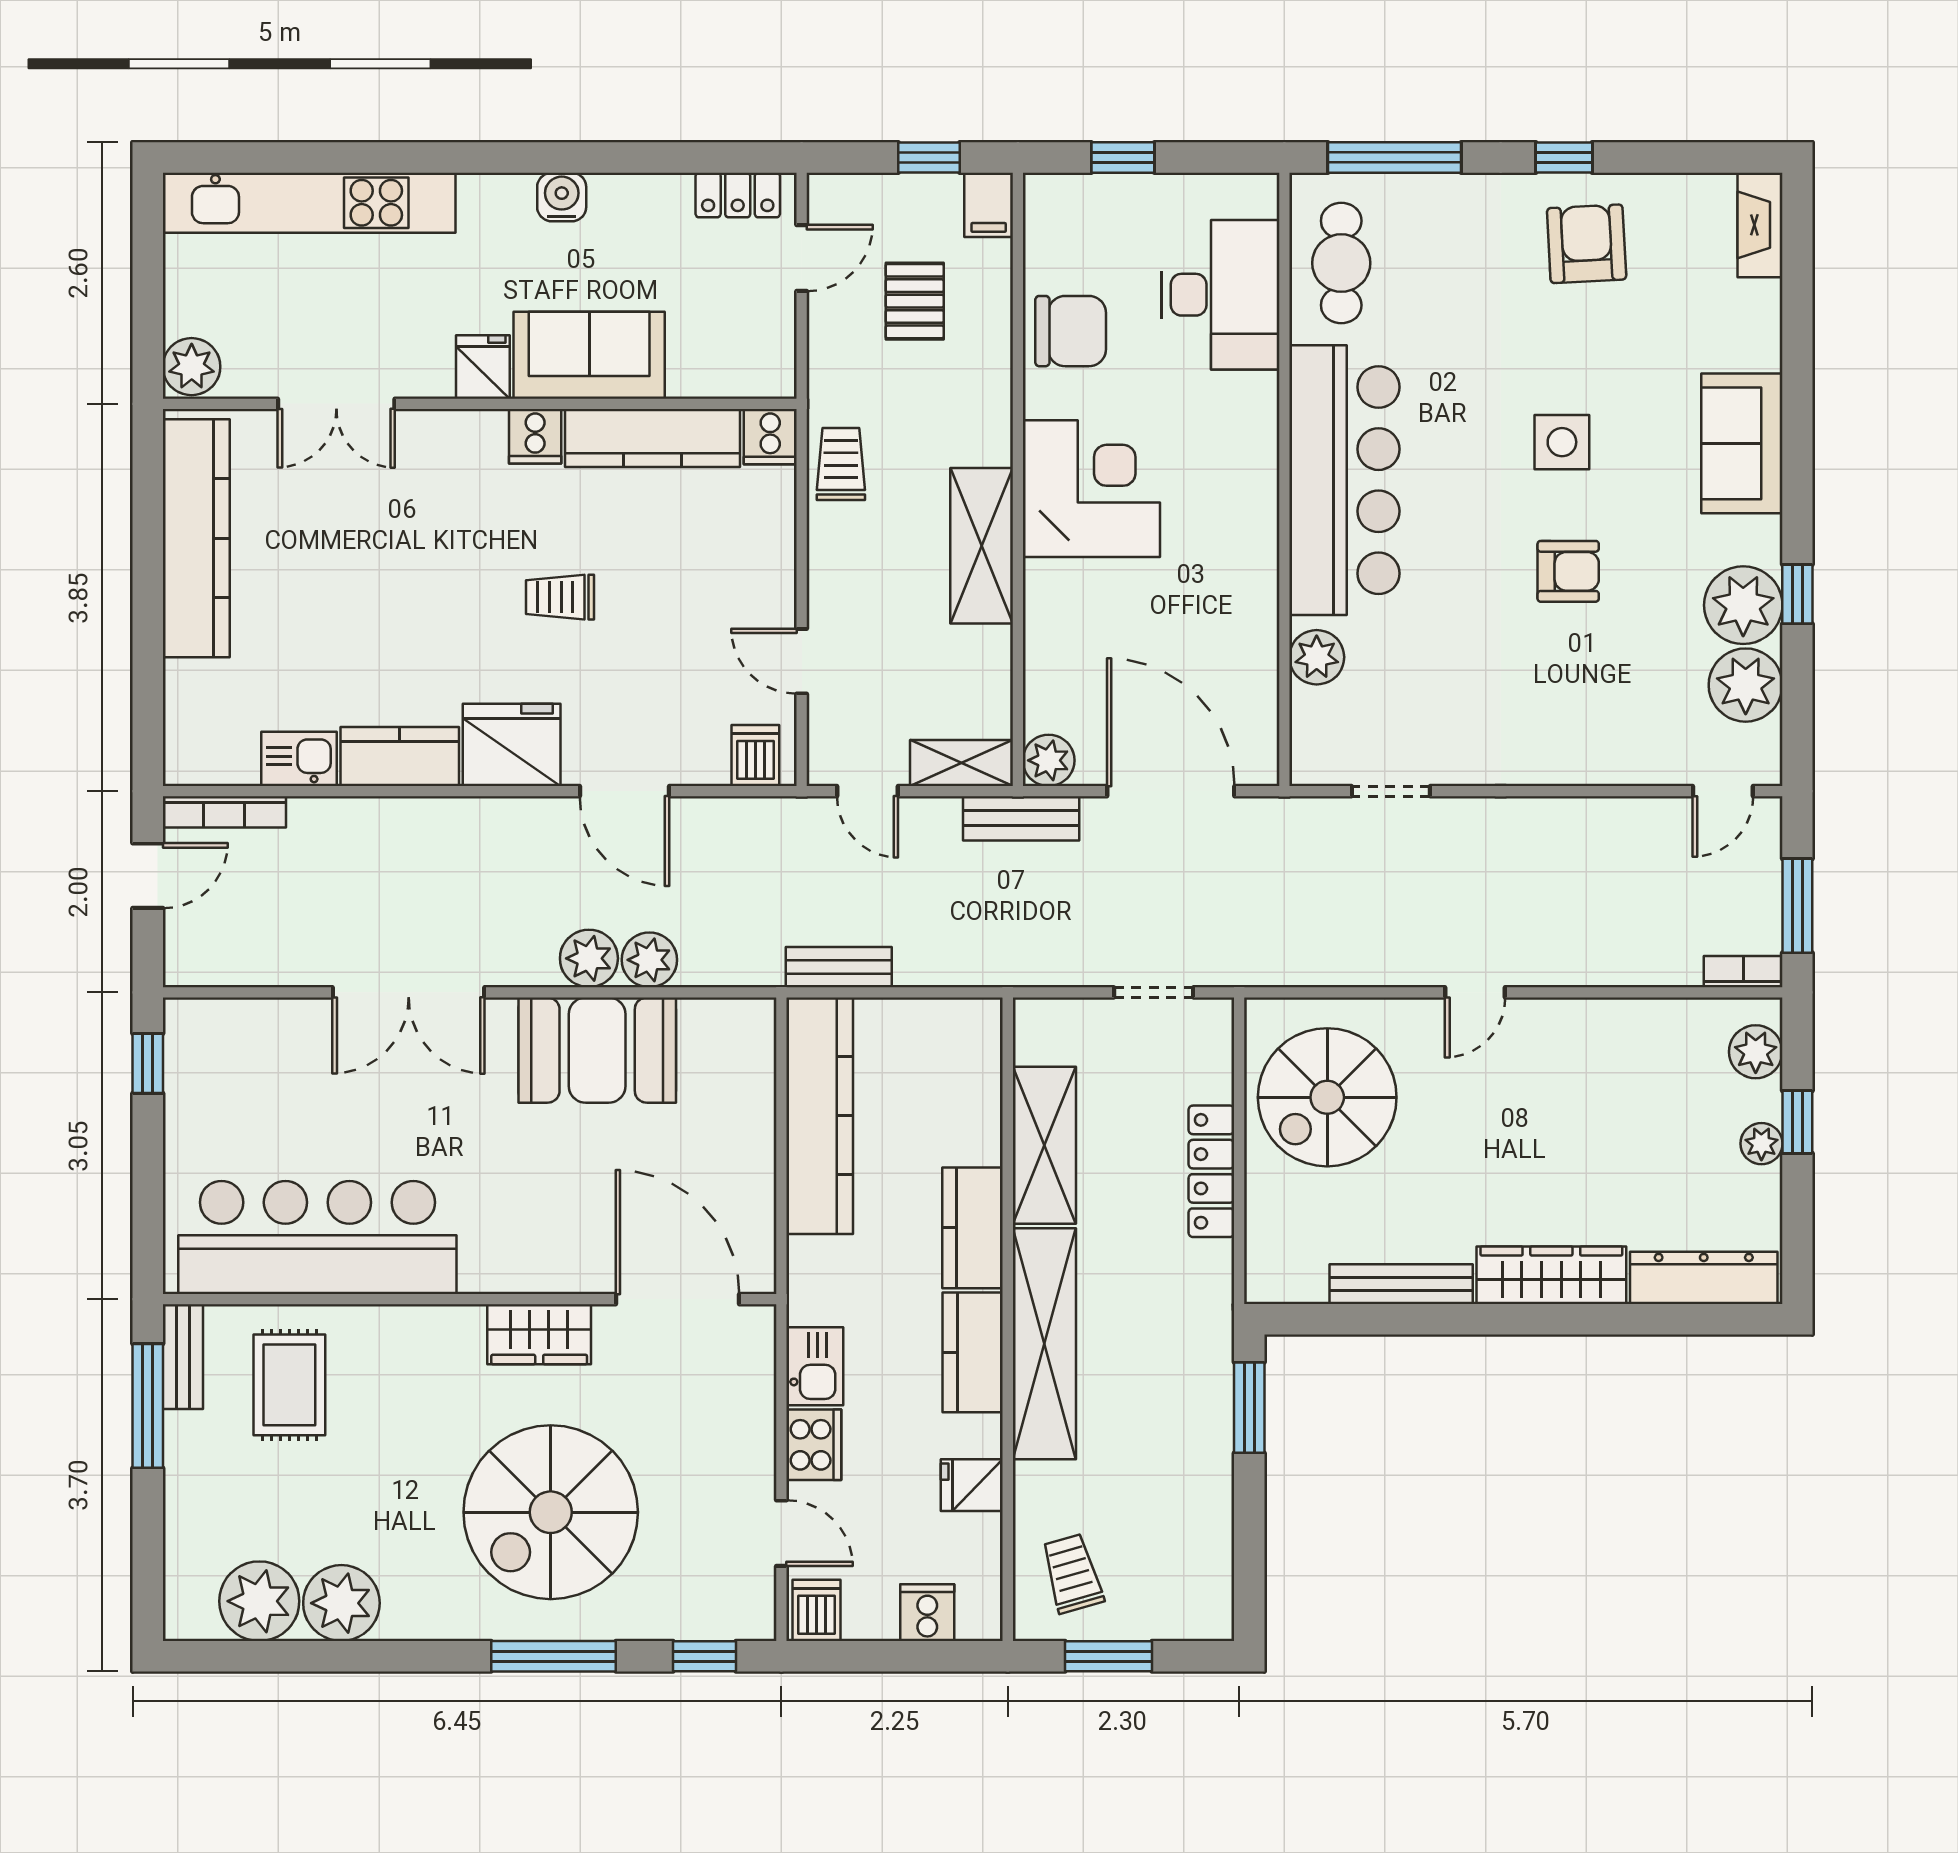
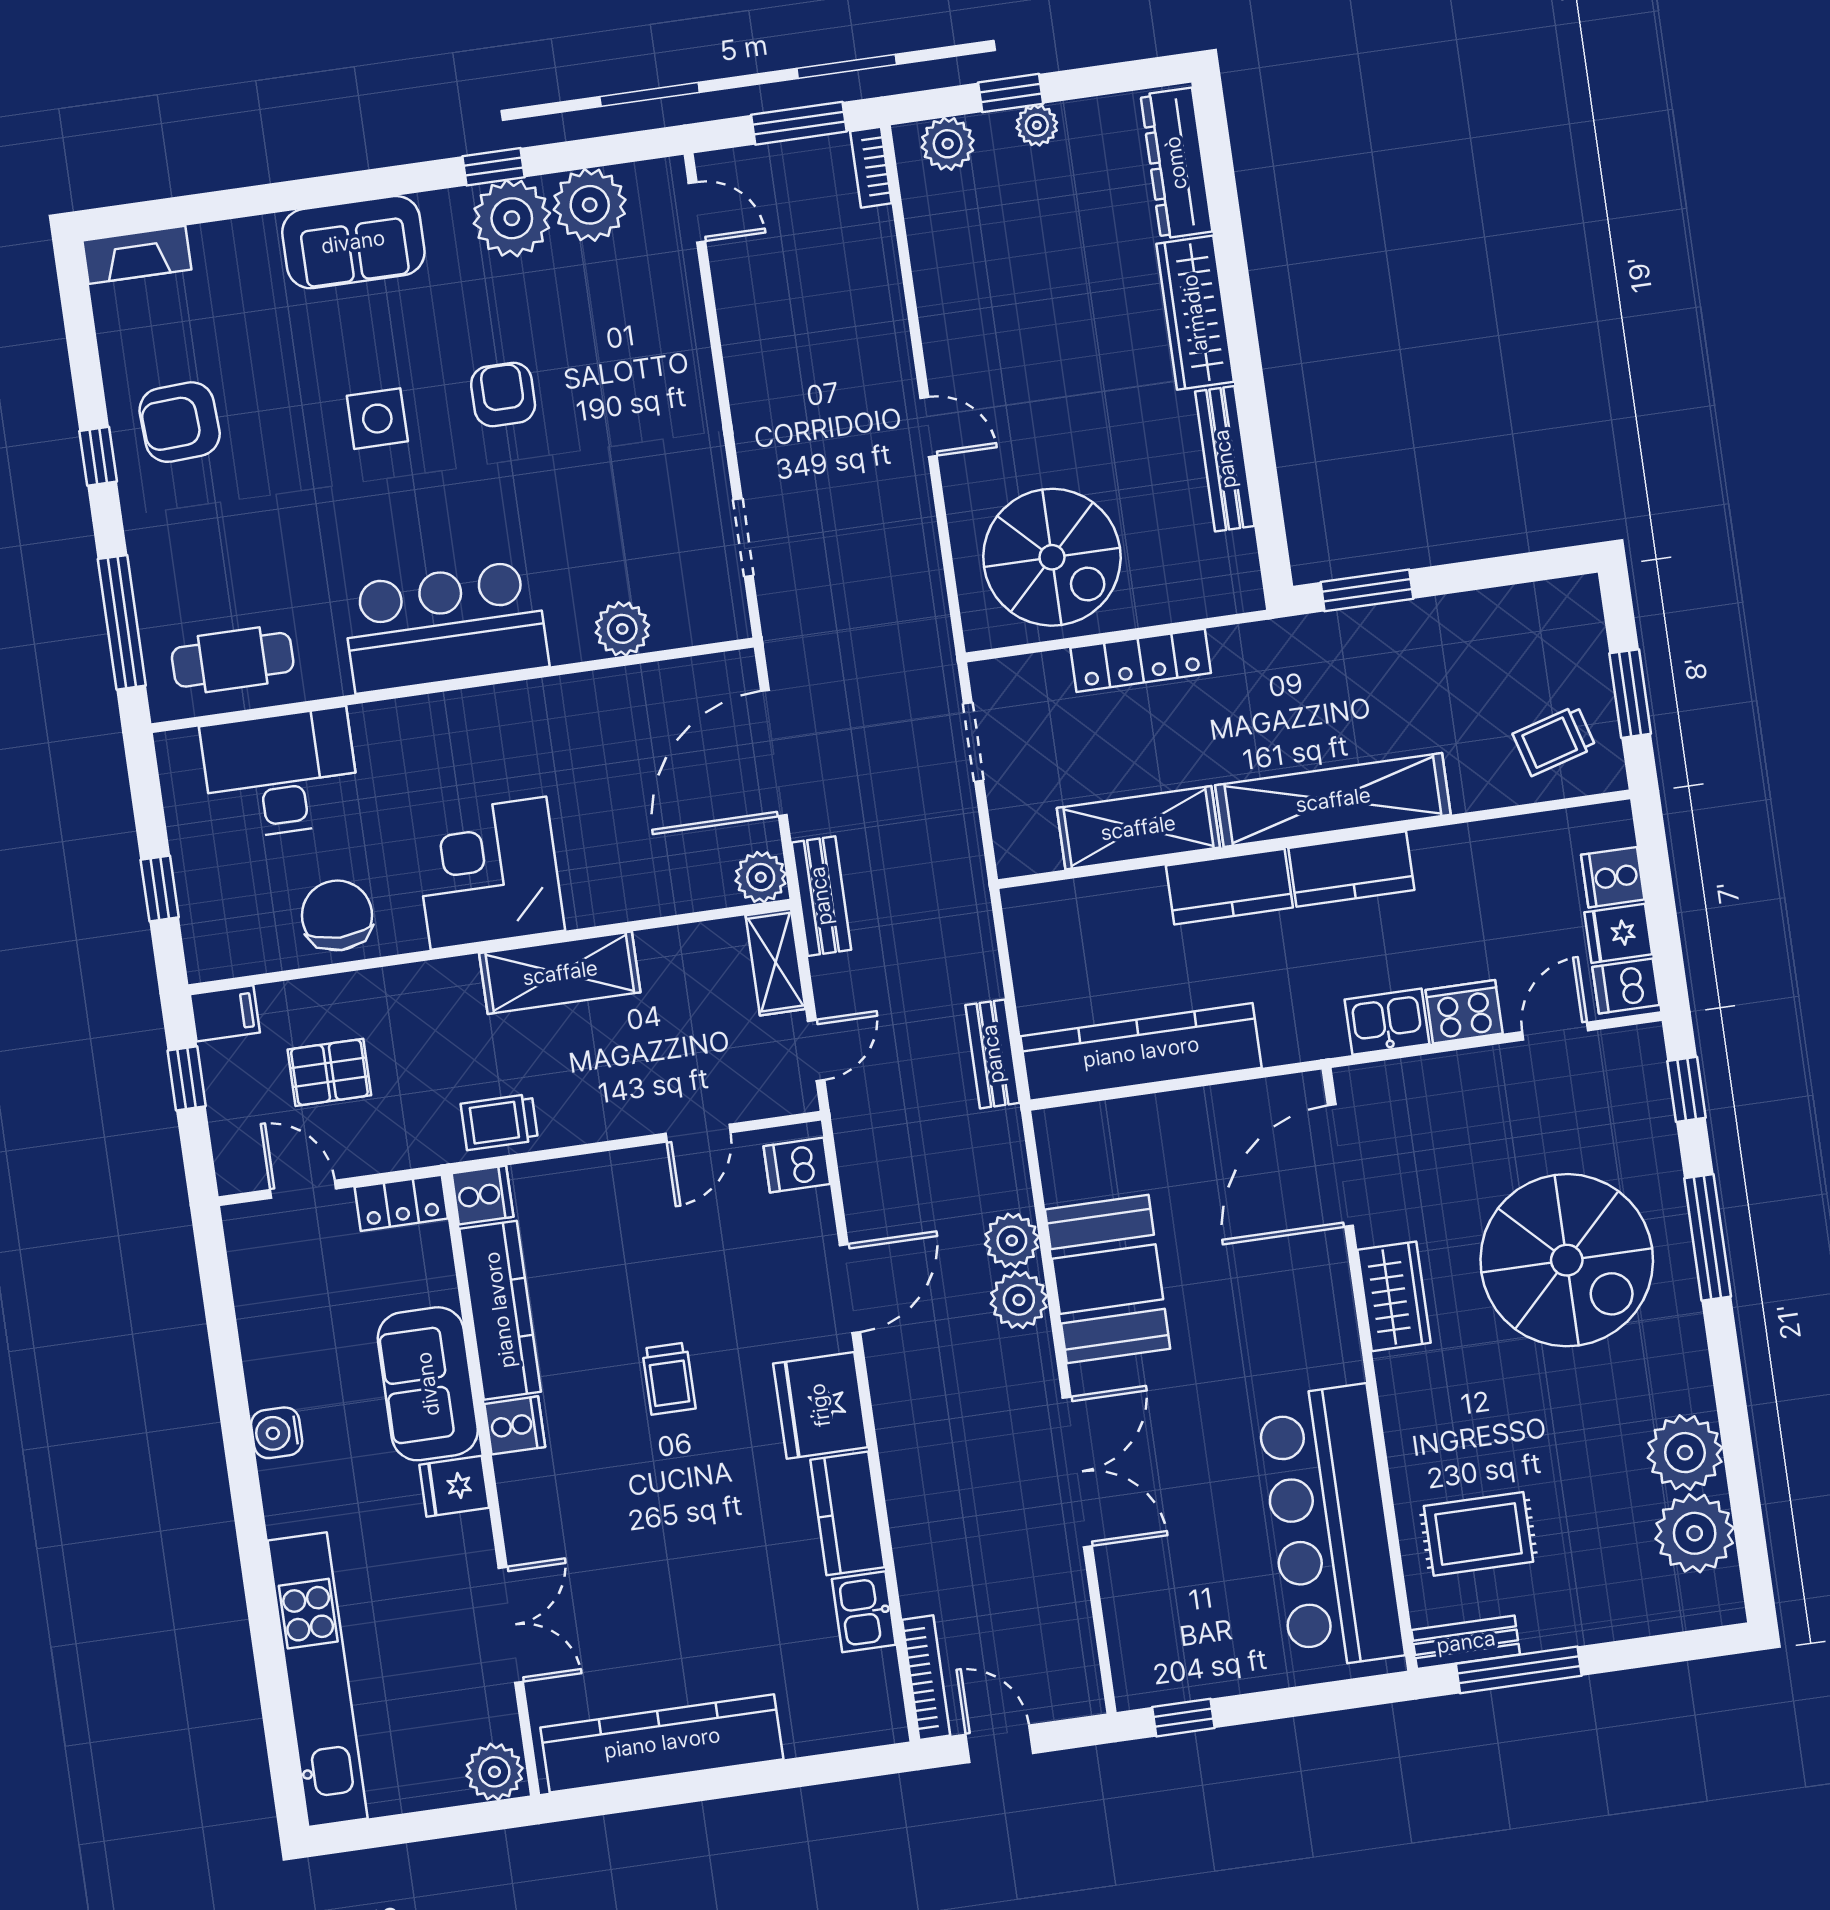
locker: (738, 195) -> (401, 1203), moved, turned 90
bar counter: (1344, 480) -> (445, 626), width x0.73
fridge: (972, 1485) -> (1618, 933), moved, turned 90

